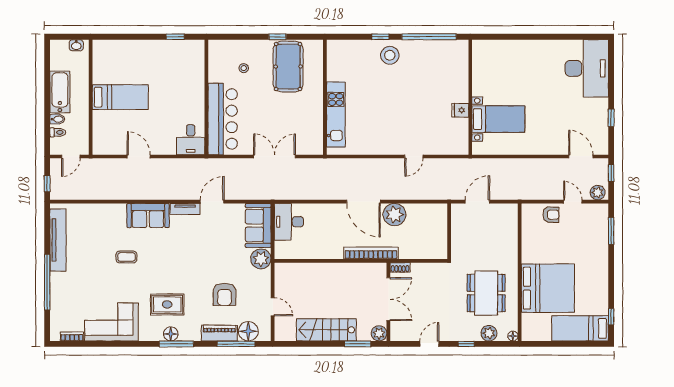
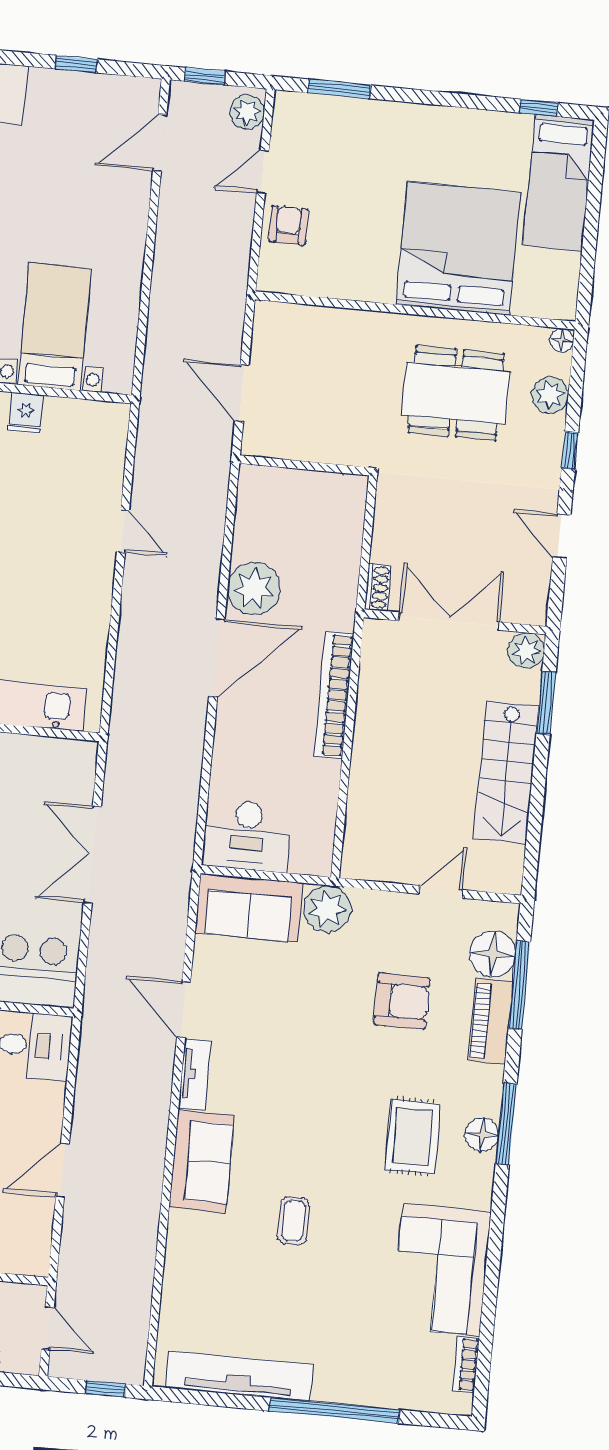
bookcase: (371, 253) -> (334, 695), moved

